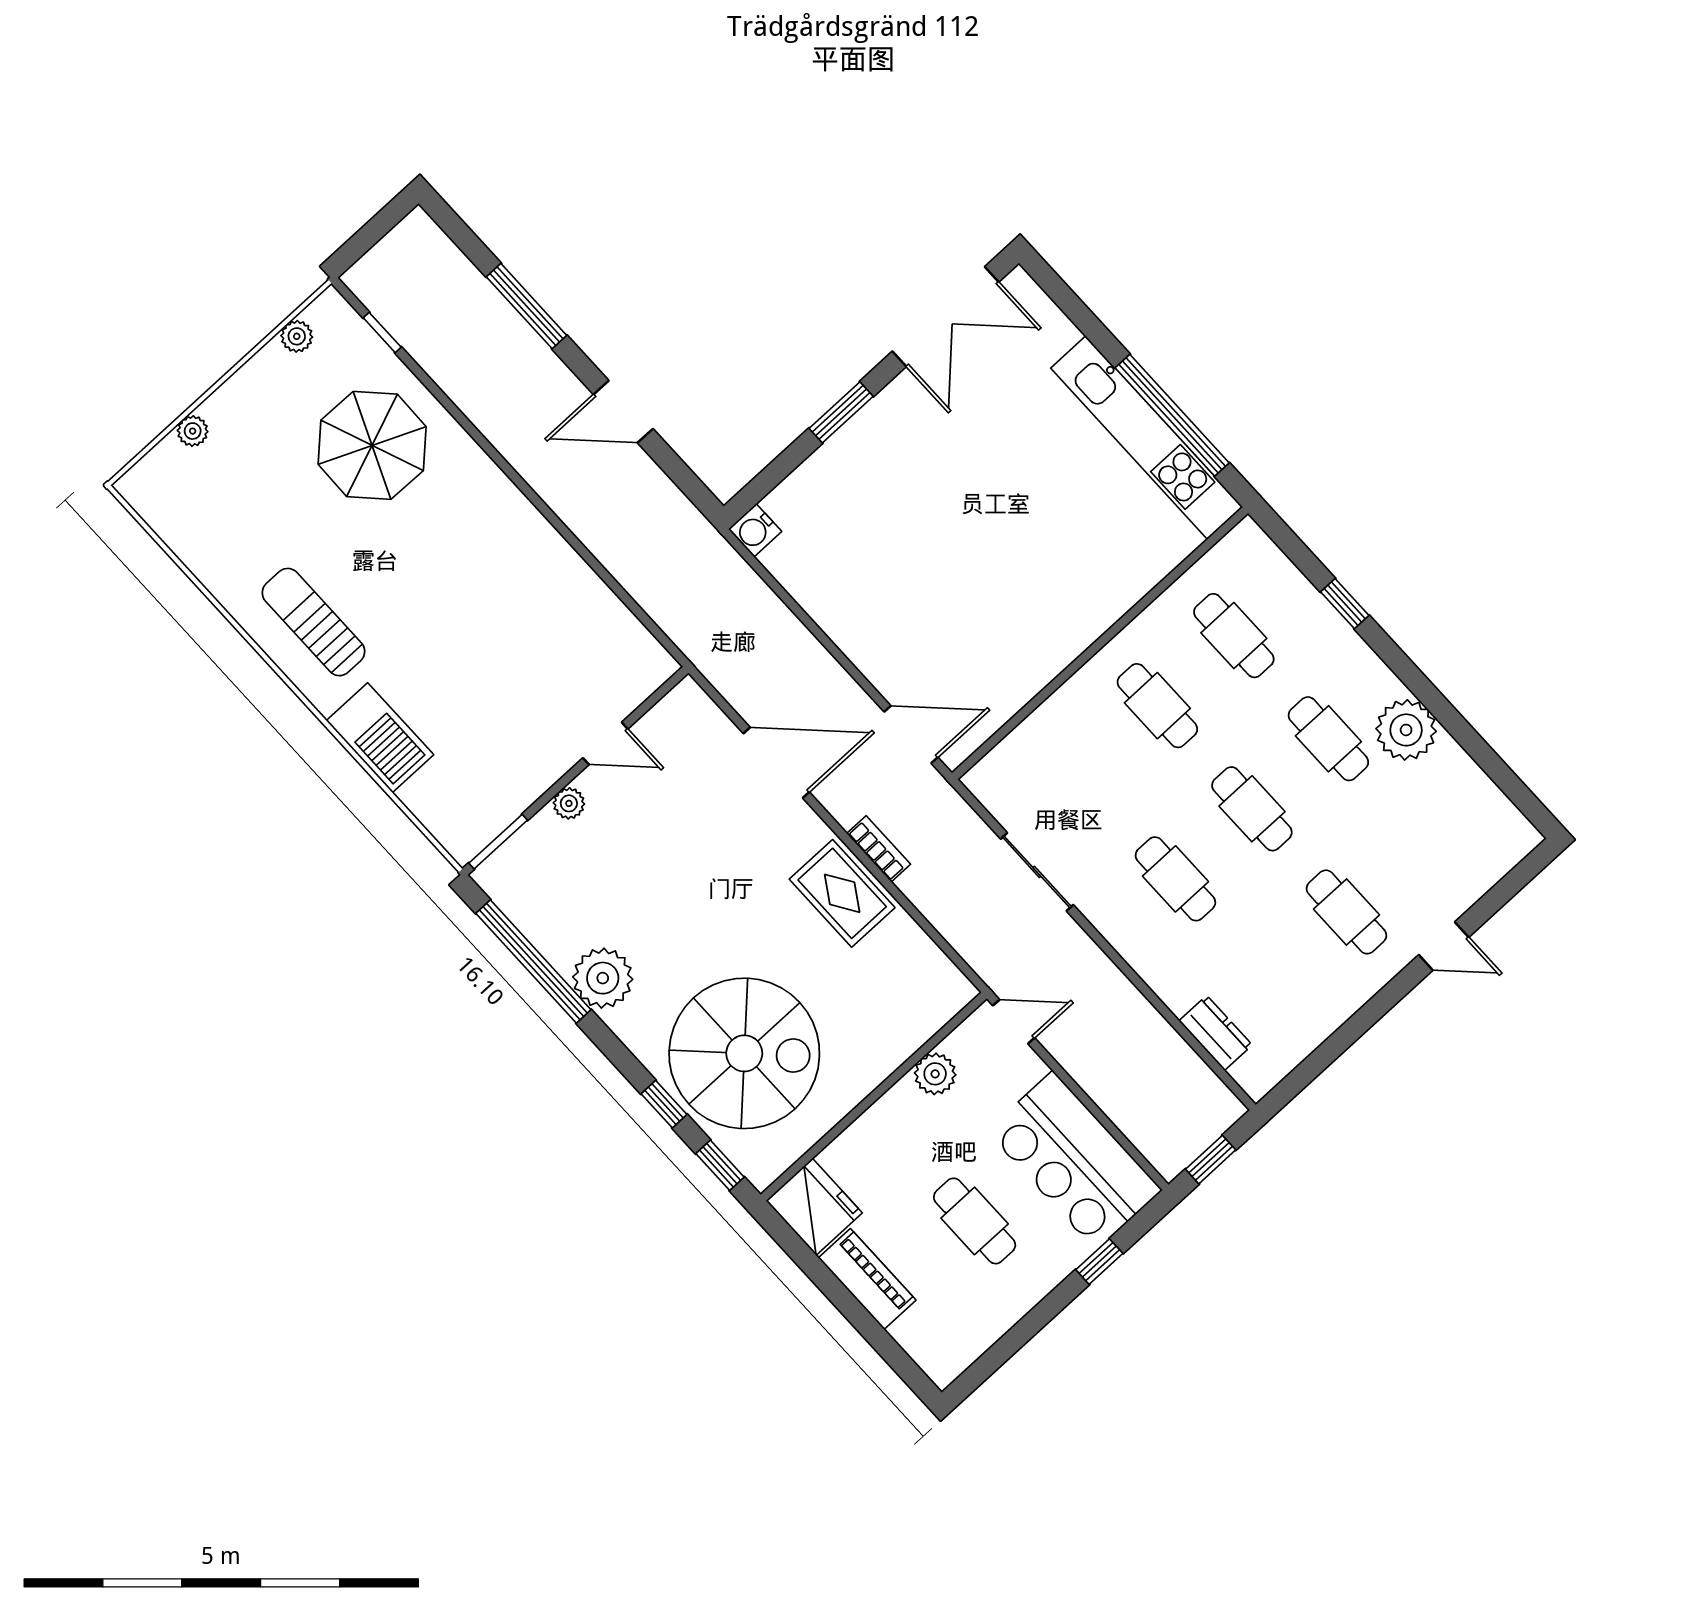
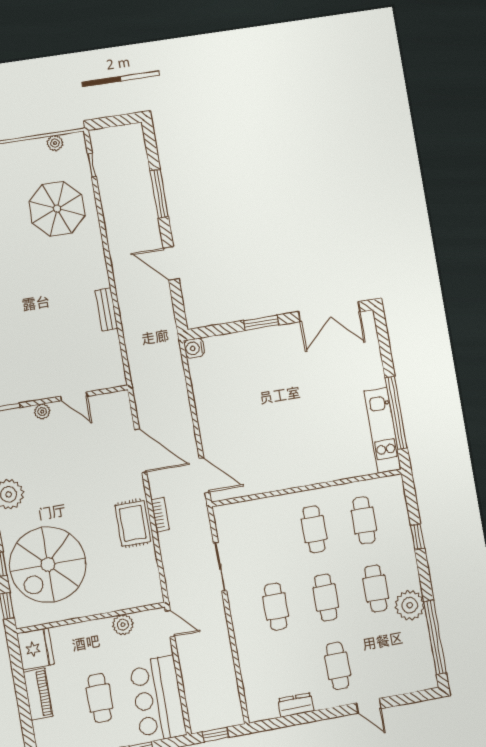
kitchen unit: (1147, 438) -> (383, 430), width x0.73
bench: (565, 561) -> (107, 309), added
window: (1485, 757) -> (435, 637), added
dresser: (1216, 1033) -> (296, 705), moved, turned -90
spiral stairs: (744, 1053) -> (48, 565), turned 90

